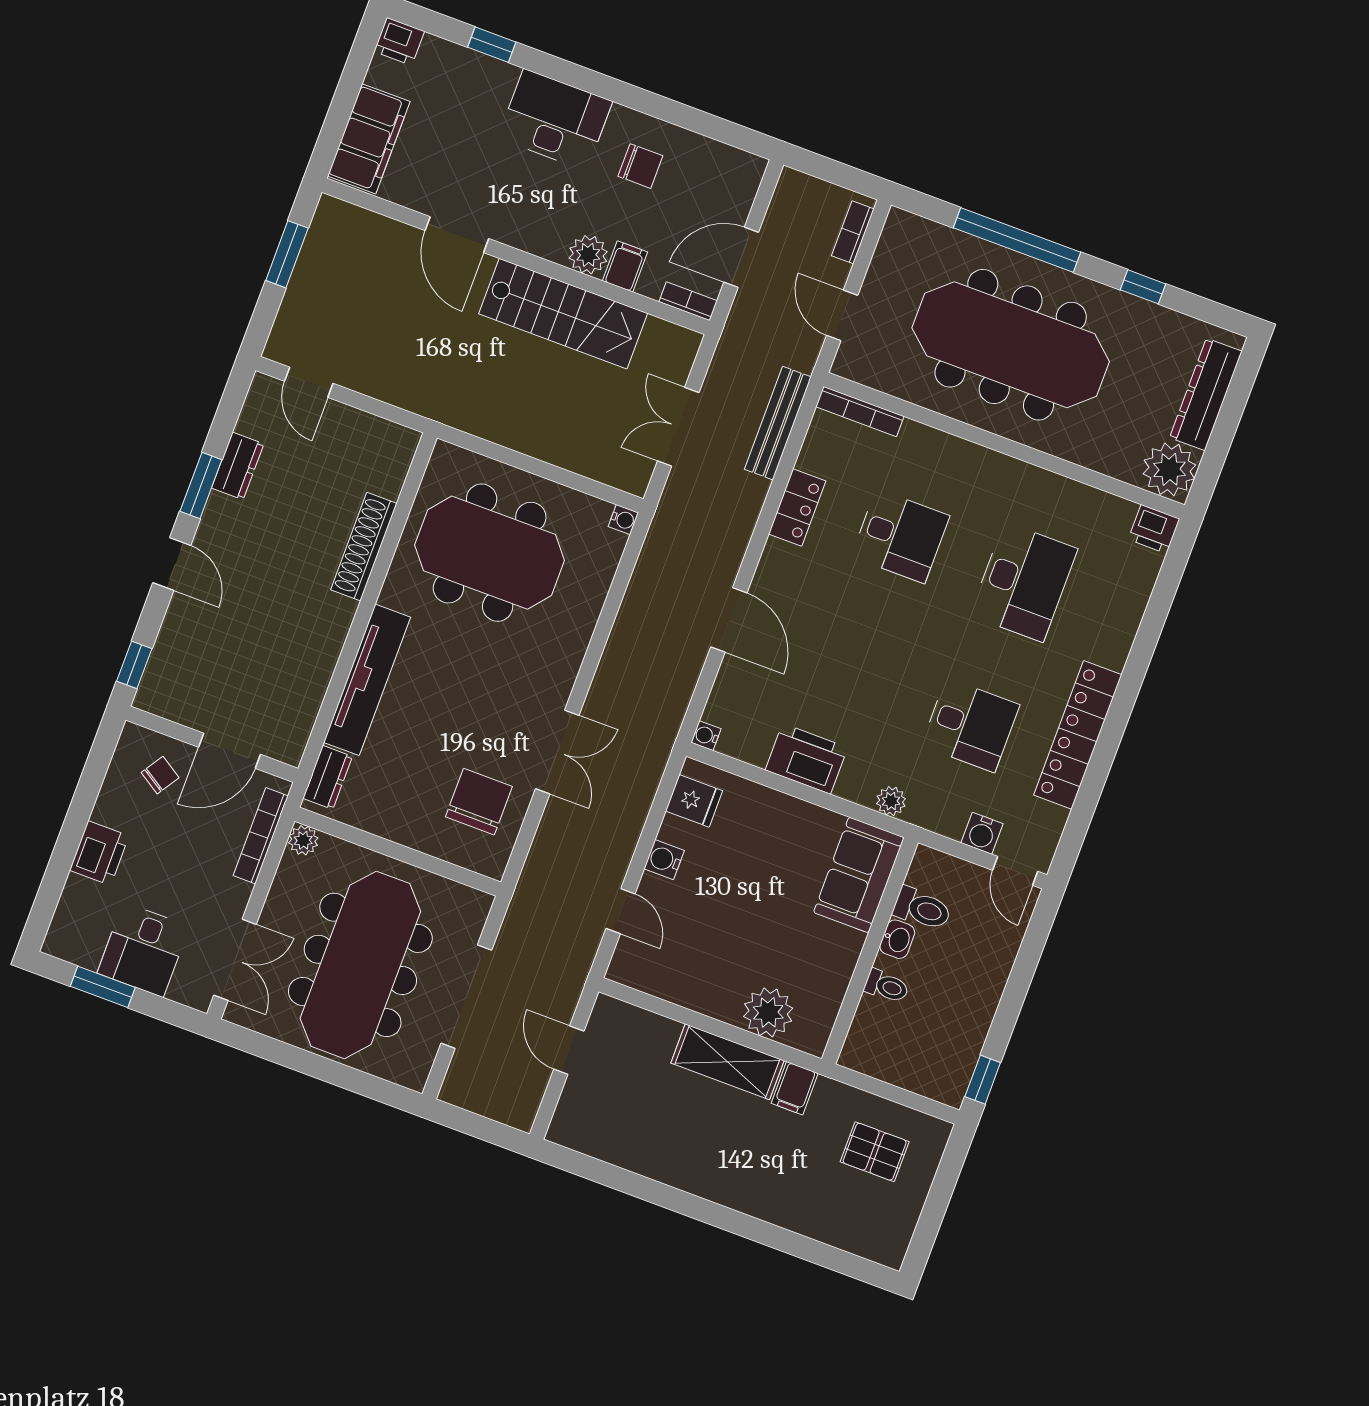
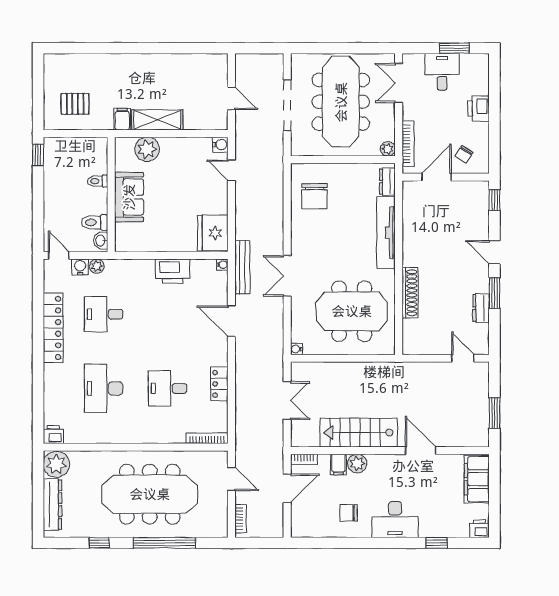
bench: (778, 423) -> (242, 267), moved
double door: (557, 752) -> (287, 276), moved
fridge: (694, 801) -> (213, 233), width x1.88, depth x1.34
plant: (891, 801) -> (97, 266), moved
water cooler: (664, 860) -> (220, 145), moved
sofa: (859, 875) -> (129, 197), moved
washbasin: (897, 939) -> (101, 241), moved

